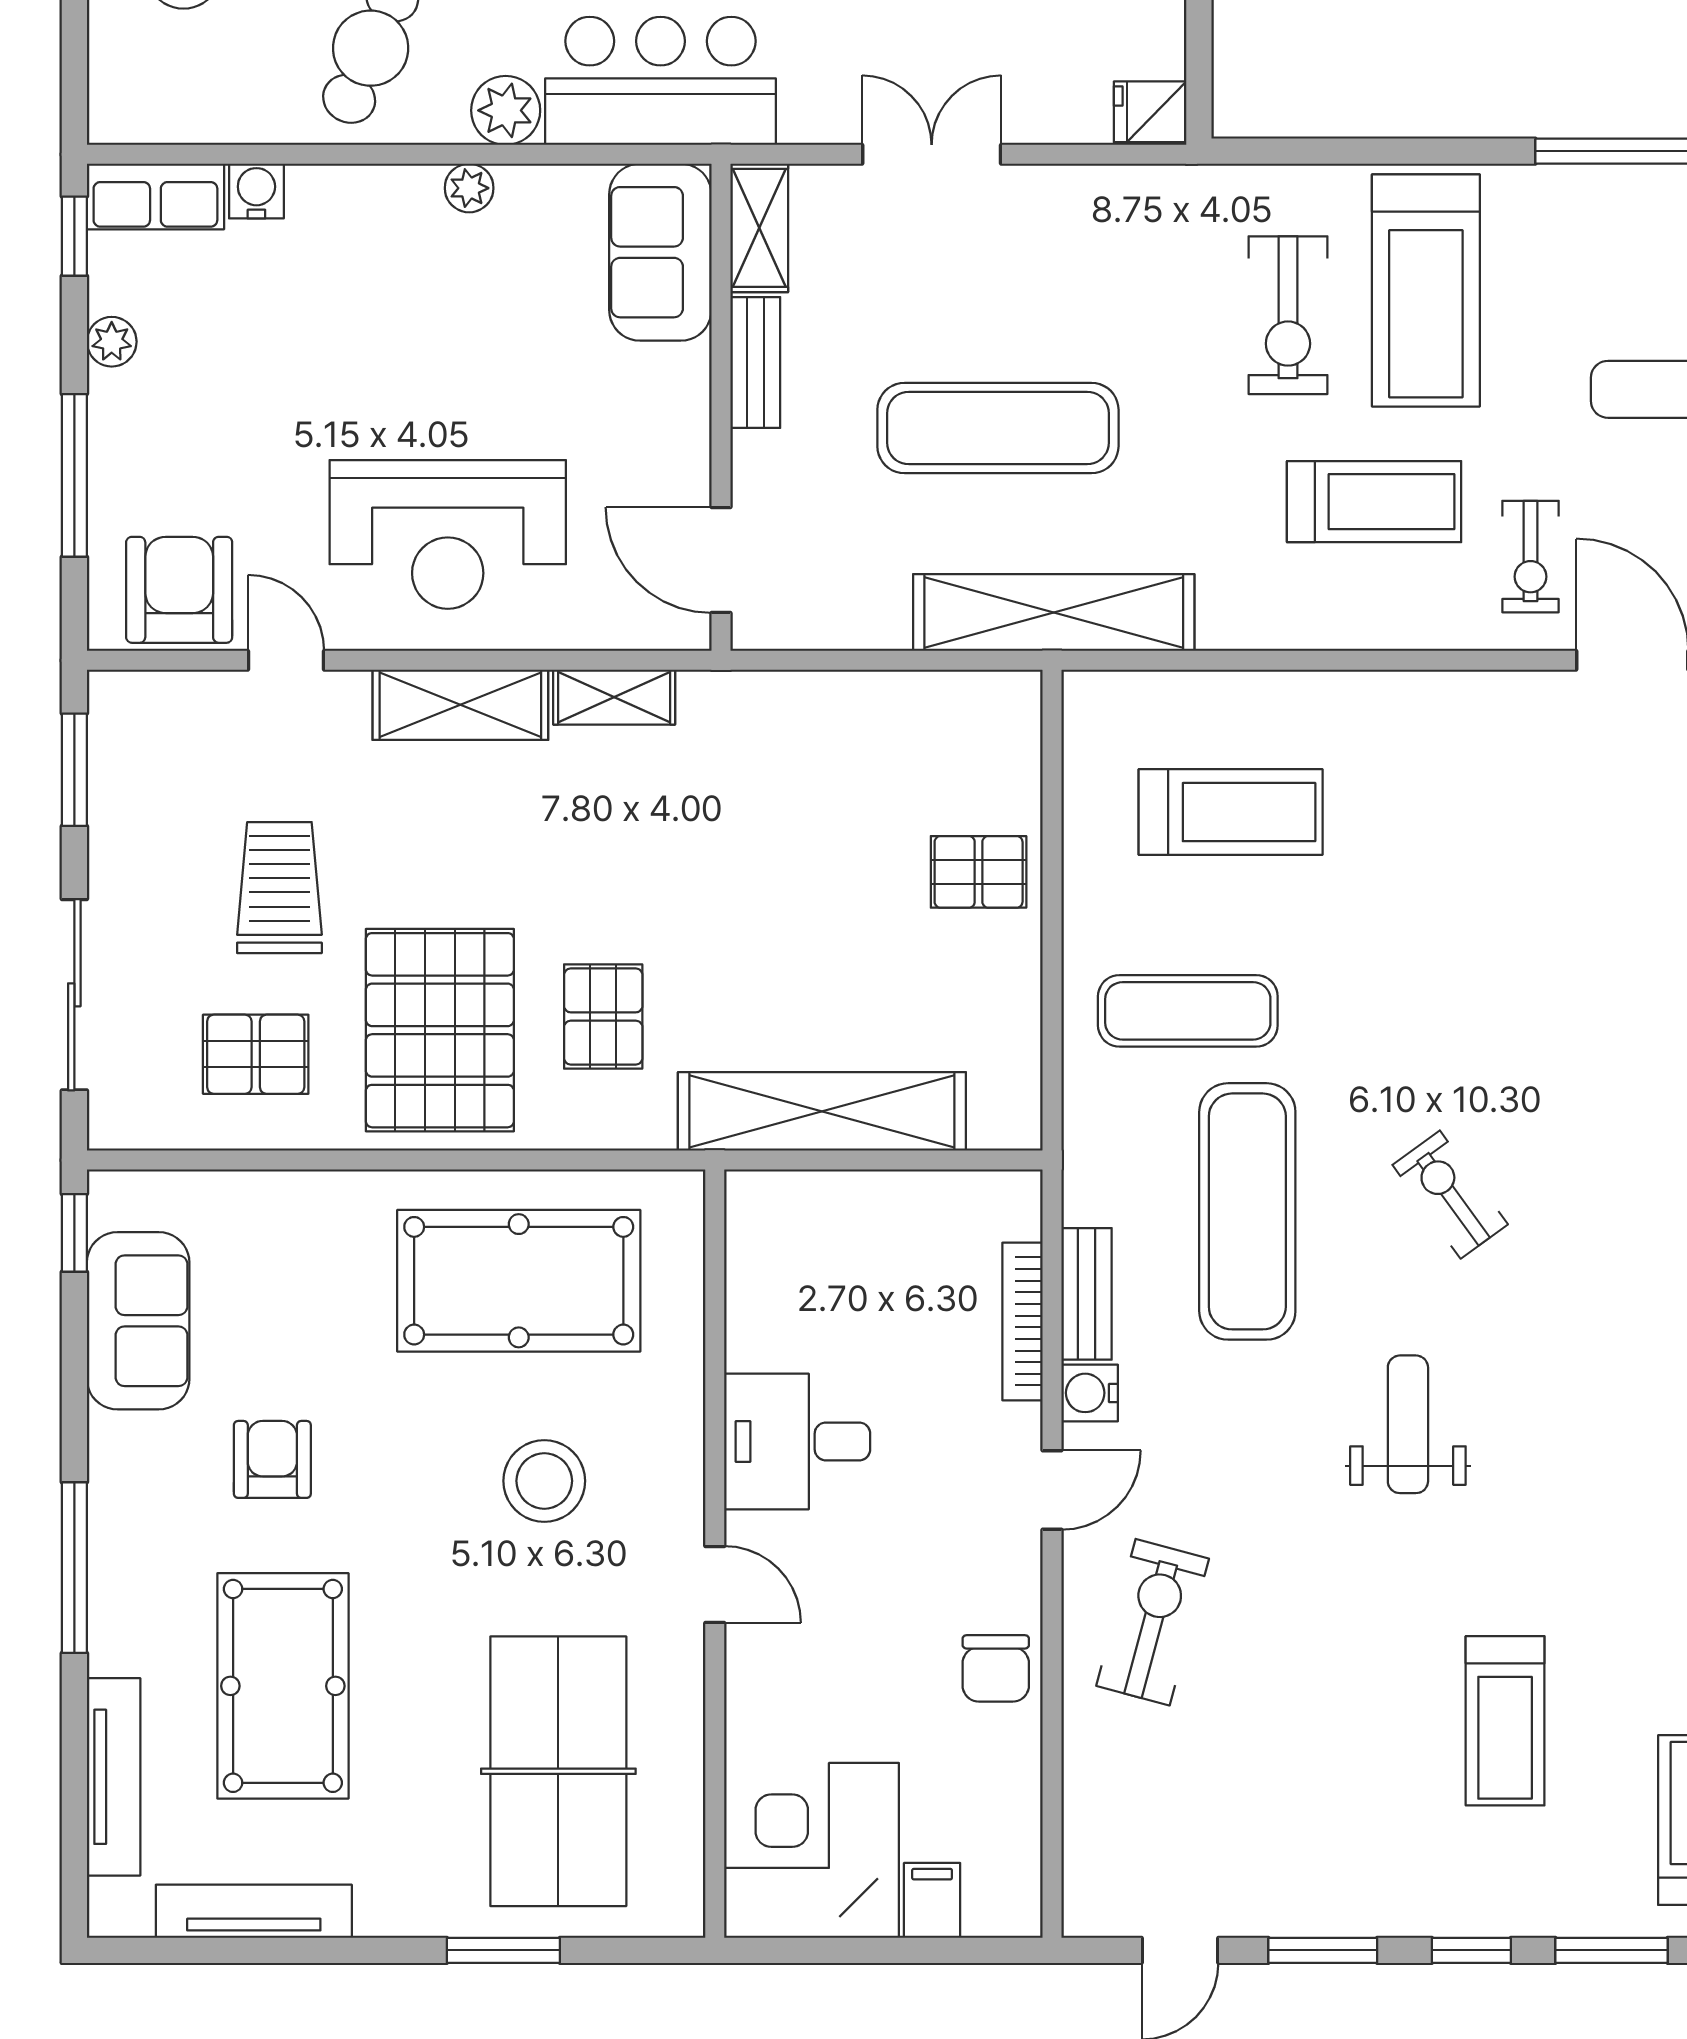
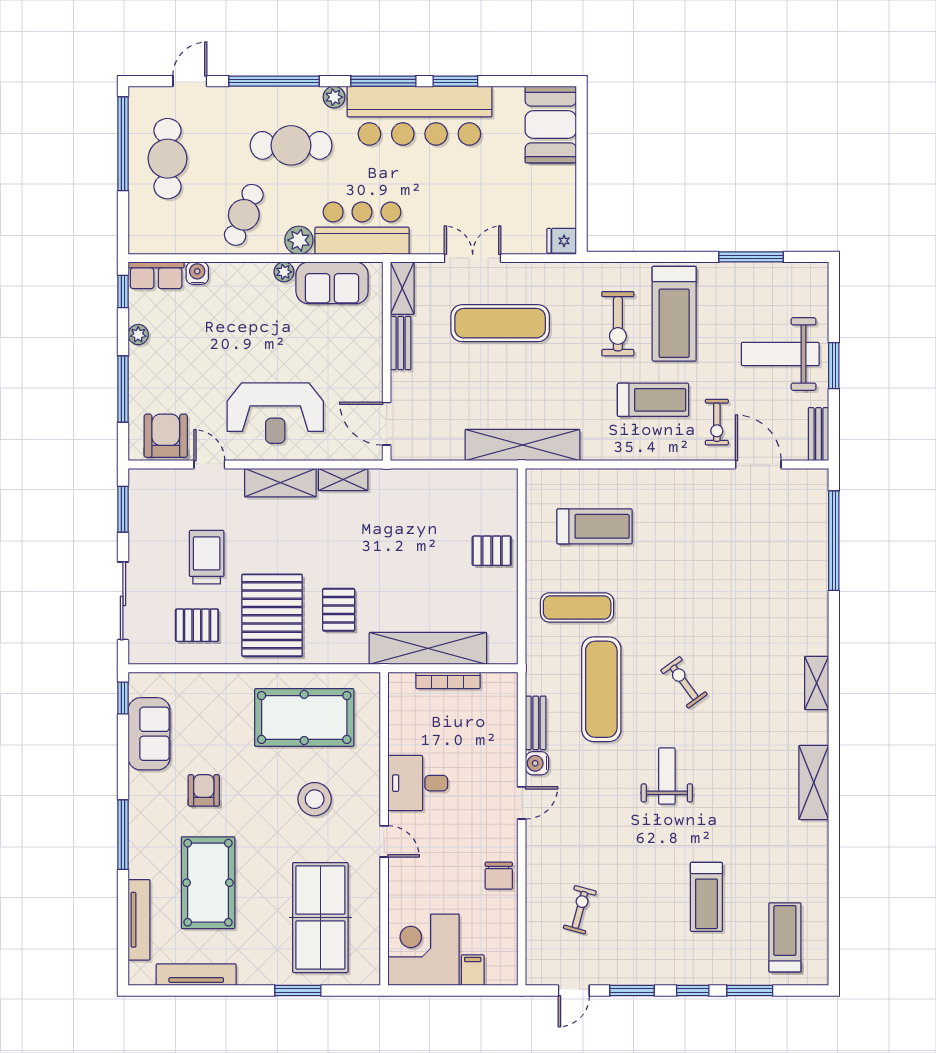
sofa: (660, 252) -> (332, 283), moved, turned -90
exercise mat: (998, 428) -> (500, 323), moved
bookcase: (1022, 1321) -> (448, 680), moved, turned -90
exercise bike: (1153, 1622) -> (580, 910), moved, width x0.73, depth x0.72

